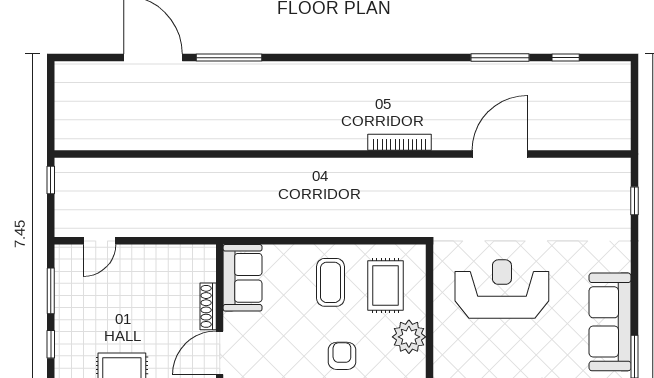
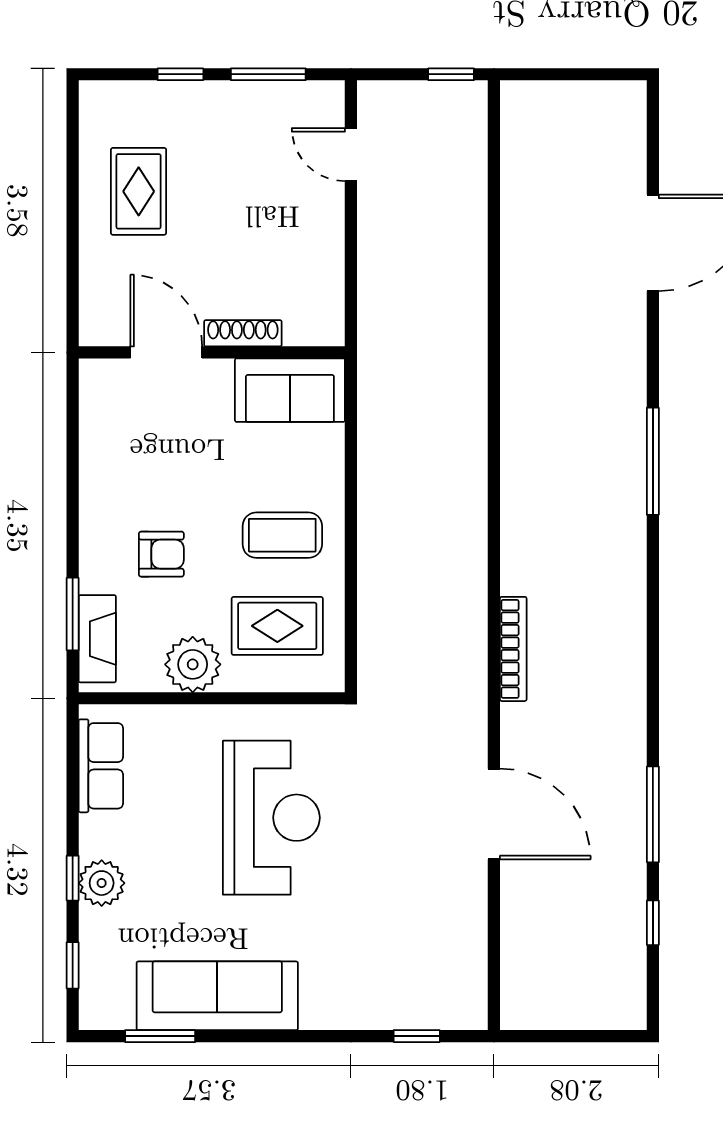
window: (229, 58) -> (653, 461), moved

